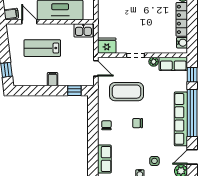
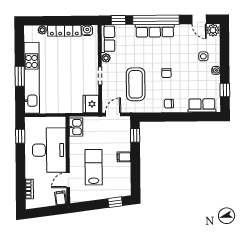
lab bench: (42, 48) -> (94, 167), turned 180
row of seats: (181, 119) -> (155, 31), width x0.73

